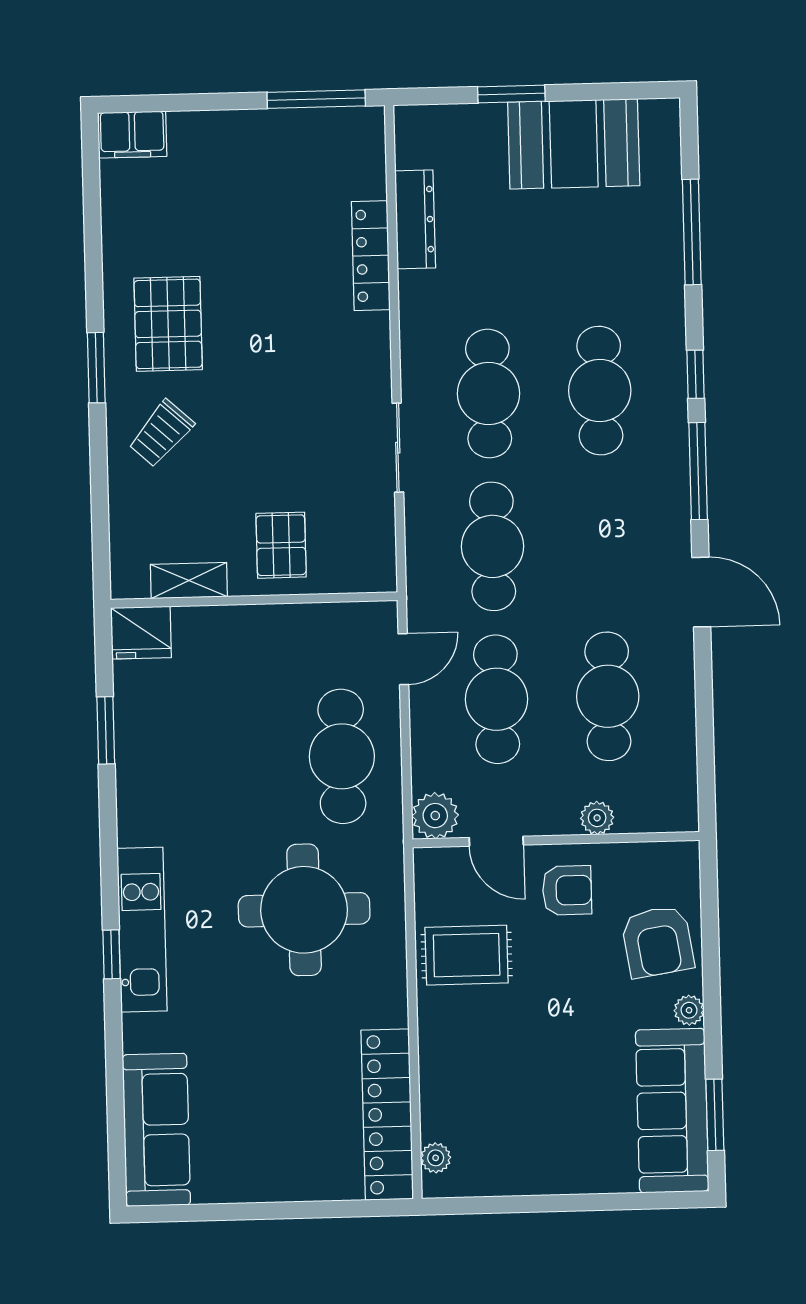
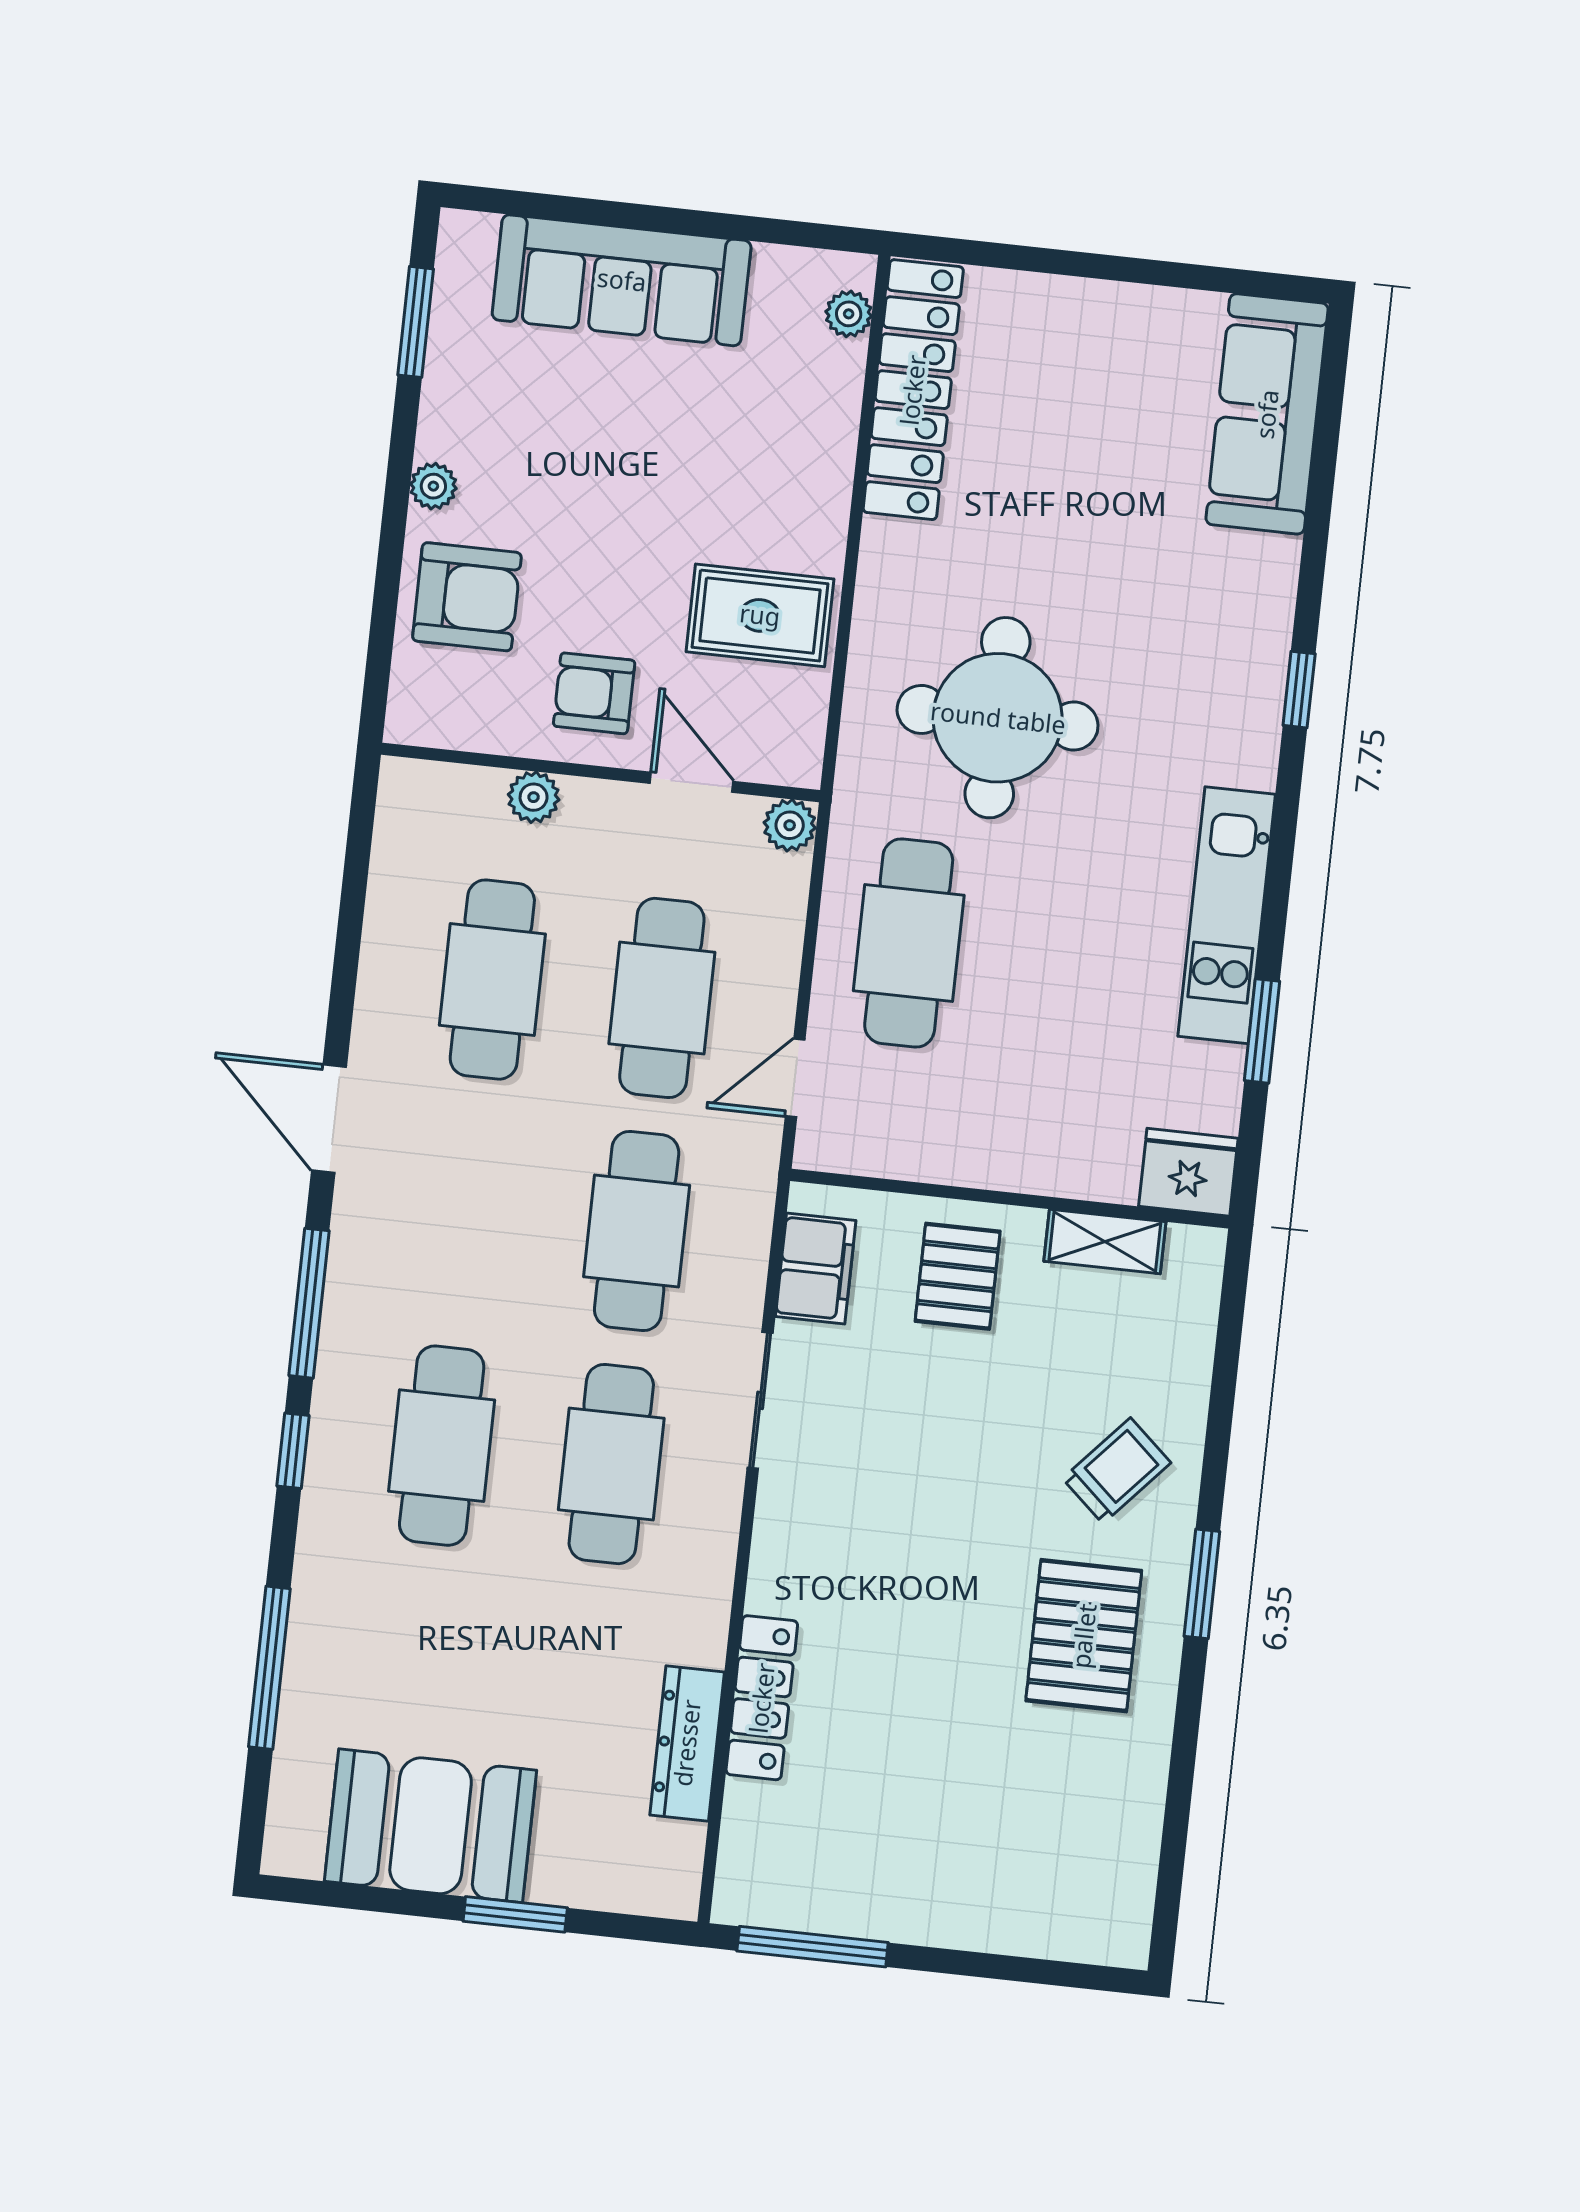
filing cabinet: (132, 135) -> (816, 1269), moved, turned 90
plant: (435, 816) -> (790, 825), width x0.73, depth x0.73
kitchen unit: (142, 930) -> (1227, 915), moved
armchair: (658, 942) -> (467, 597), turned 99
sofa: (672, 1111) -> (622, 280), moved, turned 90

